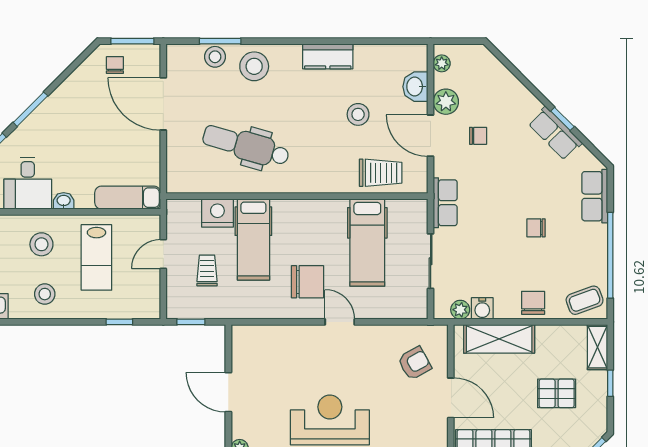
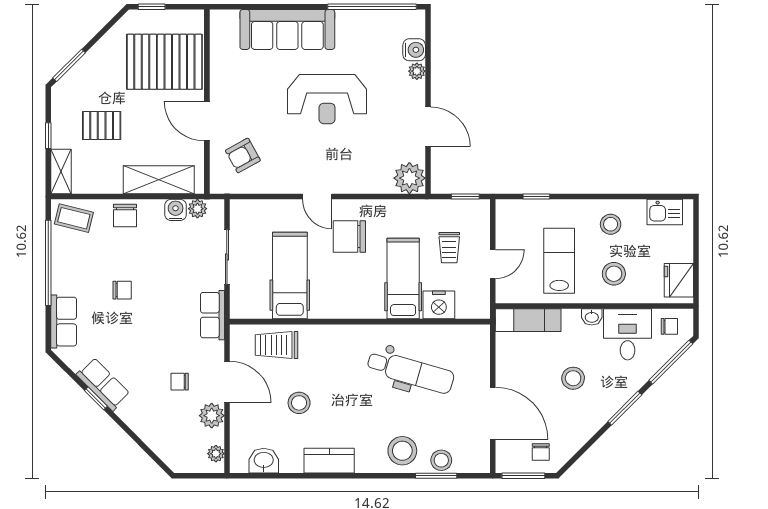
washbasin: (415, 87) -> (264, 461), moved, turned -90
stool: (82, 139) -> (573, 378), added
coffee table: (585, 300) -> (74, 218), turned 34
plant: (247, 340) -> (409, 178), added

